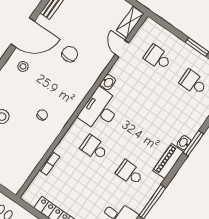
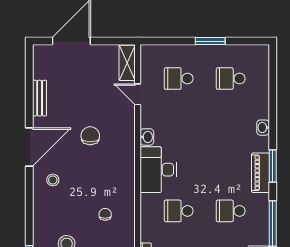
washbasin: (184, 143) -> (263, 128), moved
window: (193, 143) -> (273, 166), moved

